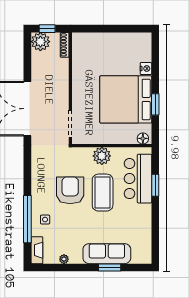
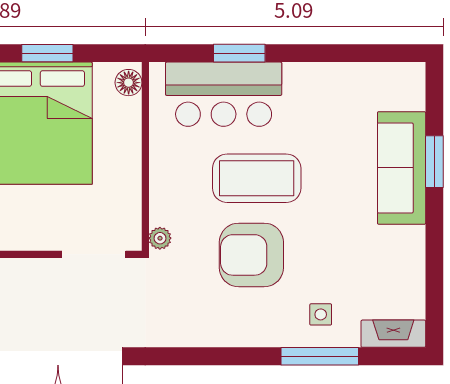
plant: (102, 156) -> (160, 238), moved, width x0.53, depth x0.53
window: (27, 219) -> (320, 356), width x0.68
plant: (64, 259) -> (414, 270), removed

